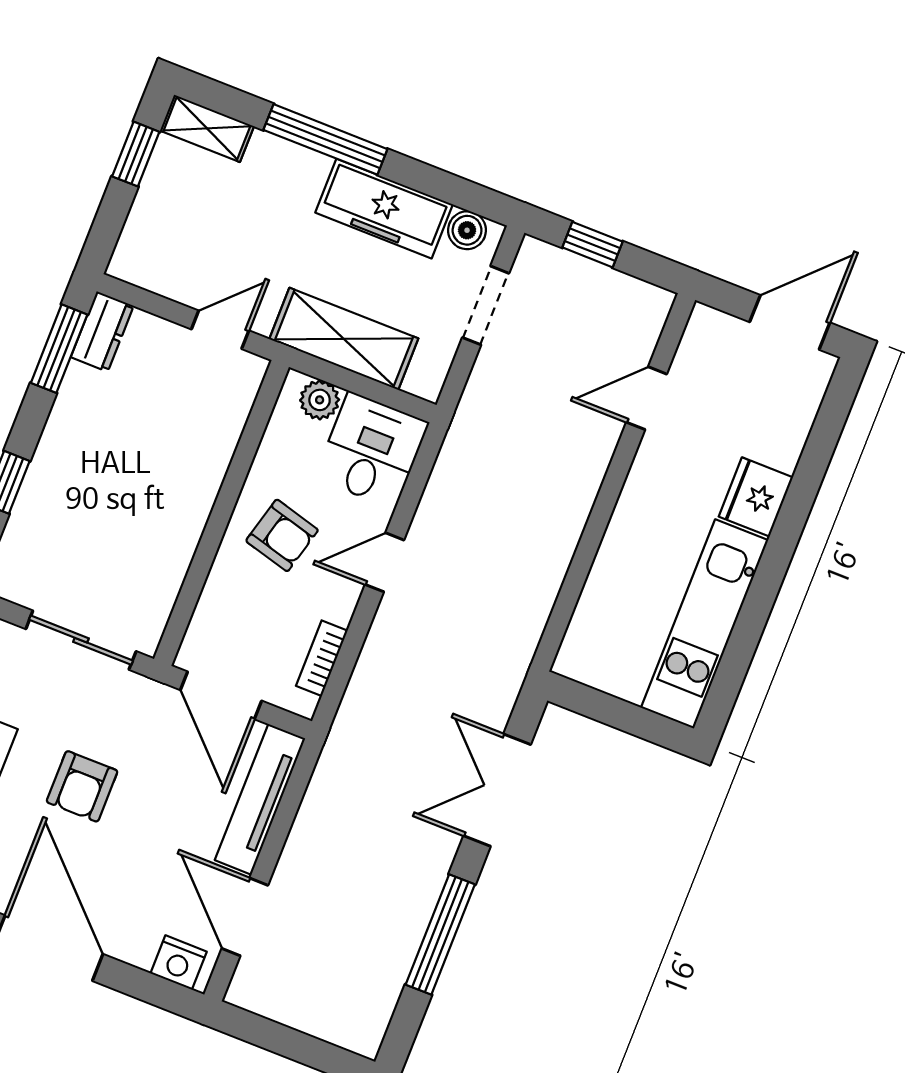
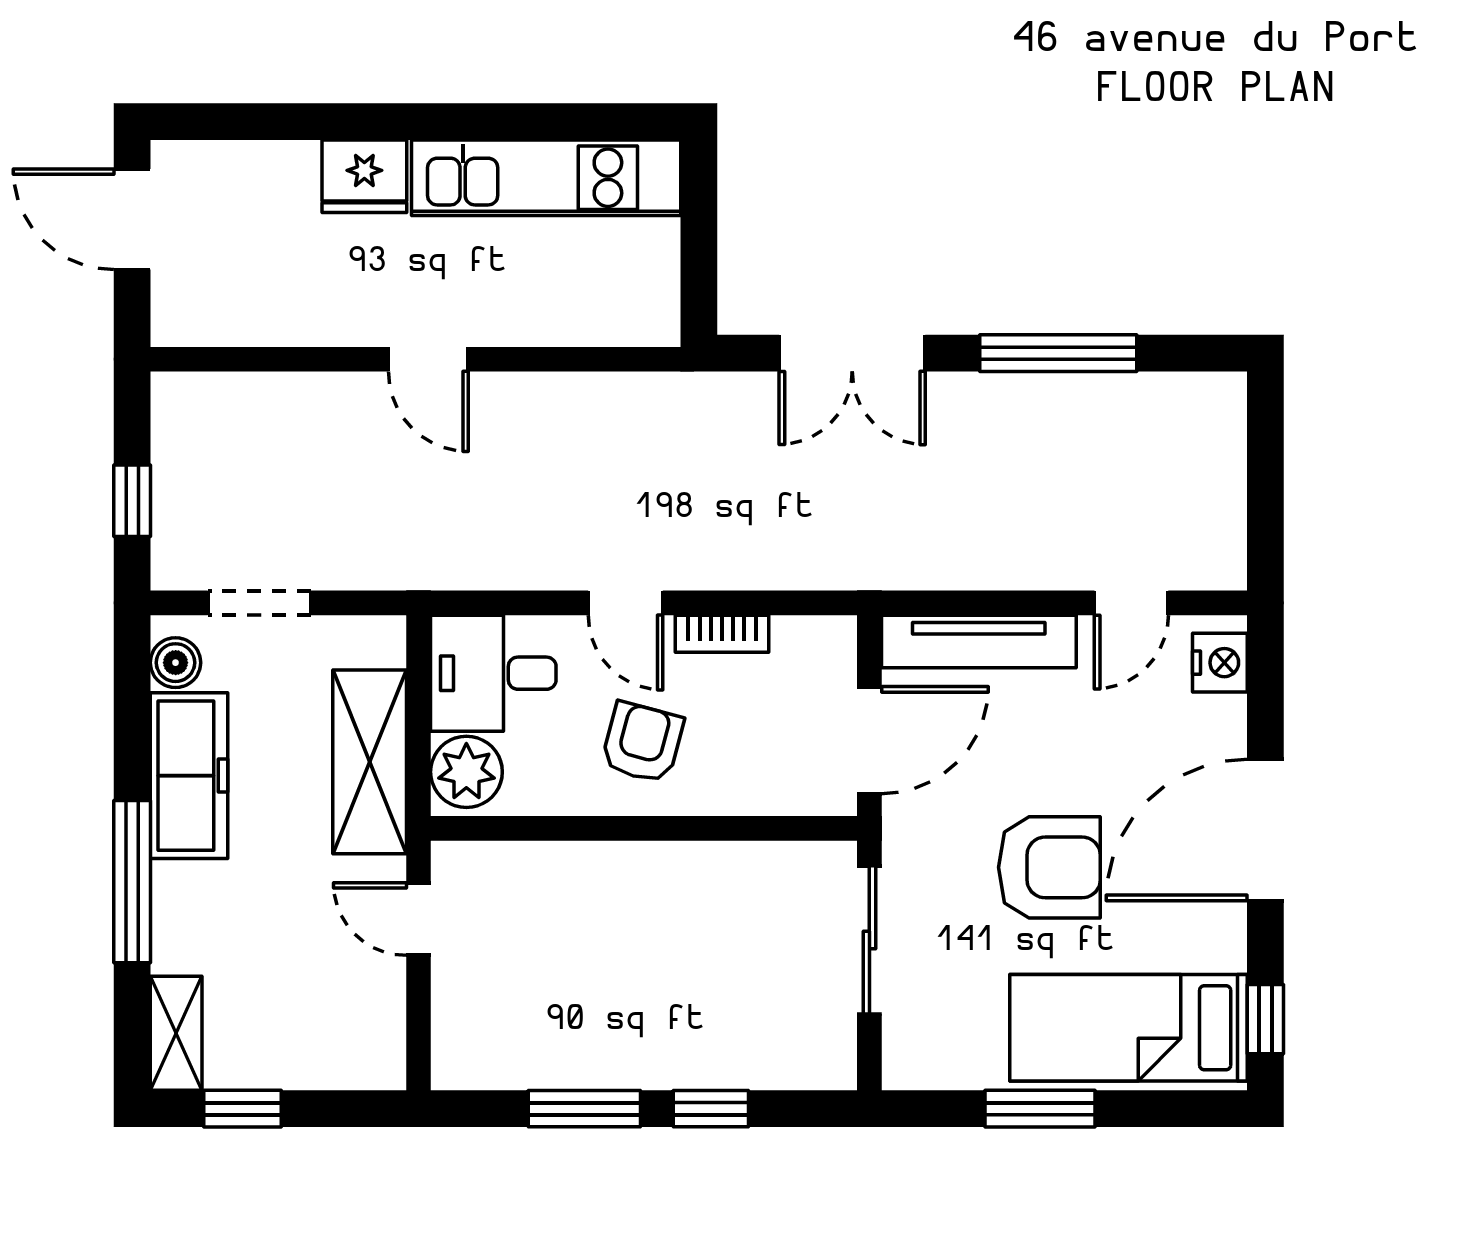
dresser: (102, 331) -> (478, 1064), removed
window: (59, 349) -> (584, 1109), moved
door: (647, 398) -> (428, 359), moved
plant: (320, 400) -> (466, 772), width x1.38, depth x1.38
bookcase: (322, 658) -> (722, 634), moved
armchair: (82, 786) -> (1049, 867), width x1.38, depth x1.38
door: (245, 917) -> (1131, 603), width x0.73

